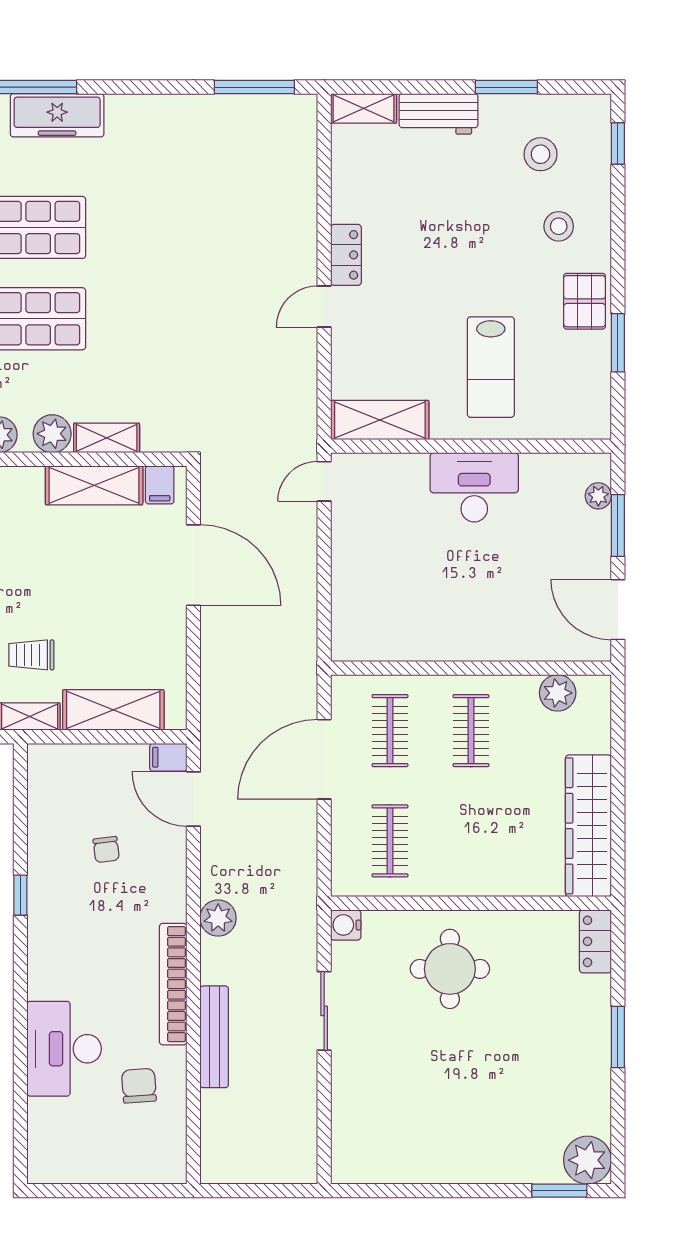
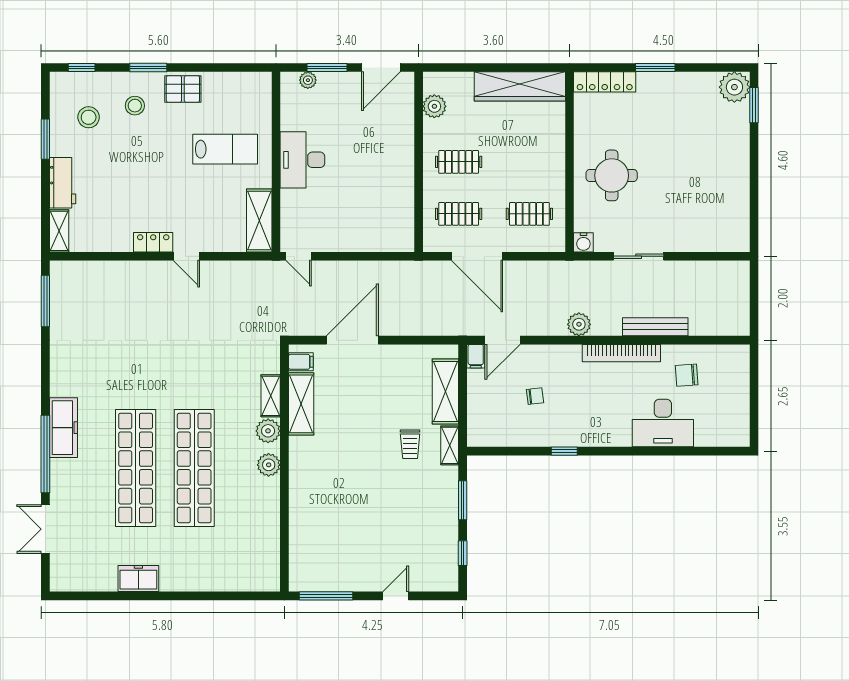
window: (618, 343) -> (148, 68), moved
locker: (595, 941) -> (605, 82), width x1.53

